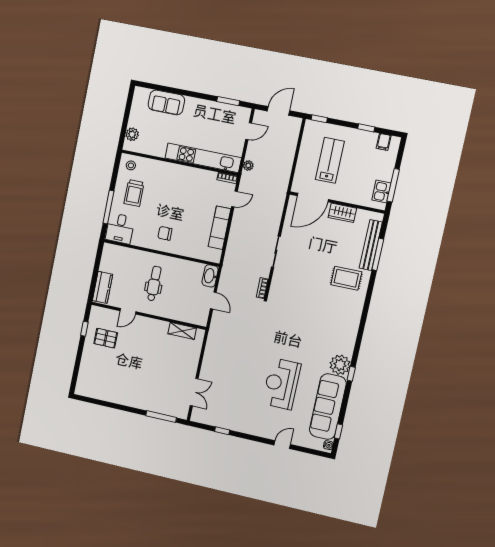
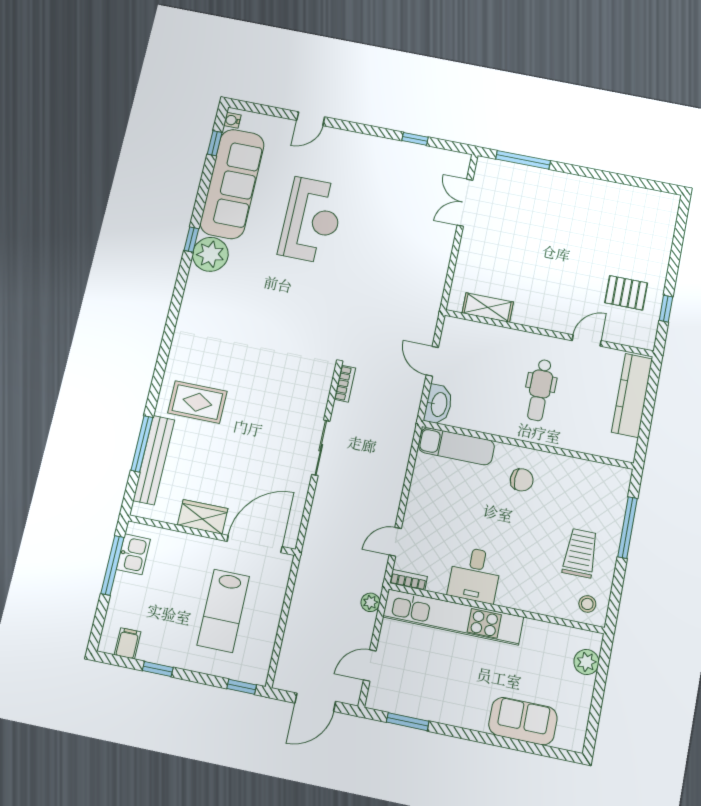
desk: (120, 228) -> (475, 575), moved, turned 180
exam couch: (220, 228) -> (456, 446), moved, turned 90
kitchen counter: (103, 287) -> (632, 395), width x1.50

